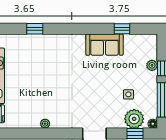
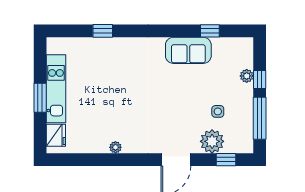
plant: (134, 119) -> (212, 141), moved
floor lamp: (153, 124) -> (248, 147), removed

